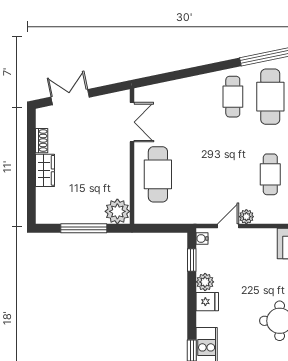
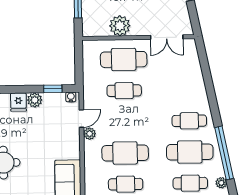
cafe table: (195, 174) -> (124, 91), added
cafe table: (270, 174) -> (125, 153), width x1.37, depth x1.35
plant: (117, 211) -> (120, 26), moved
door: (228, 226) -> (82, 119), hinge flipped

